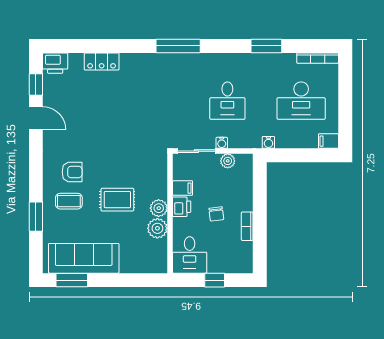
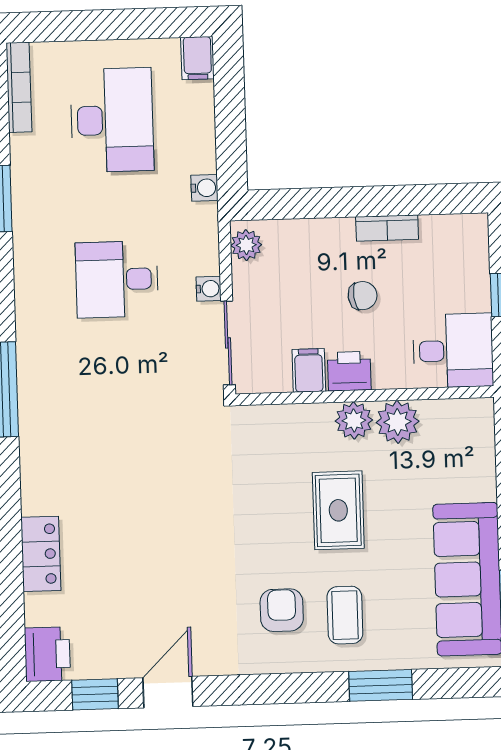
desk: (227, 101) -> (117, 279), turned 180
plant: (228, 161) -> (246, 245), moved

